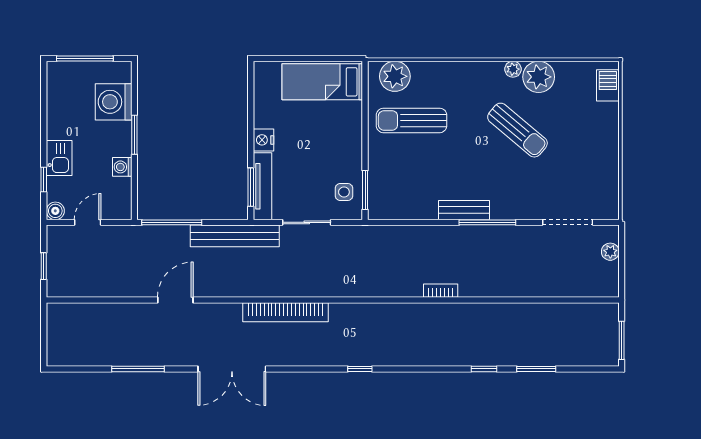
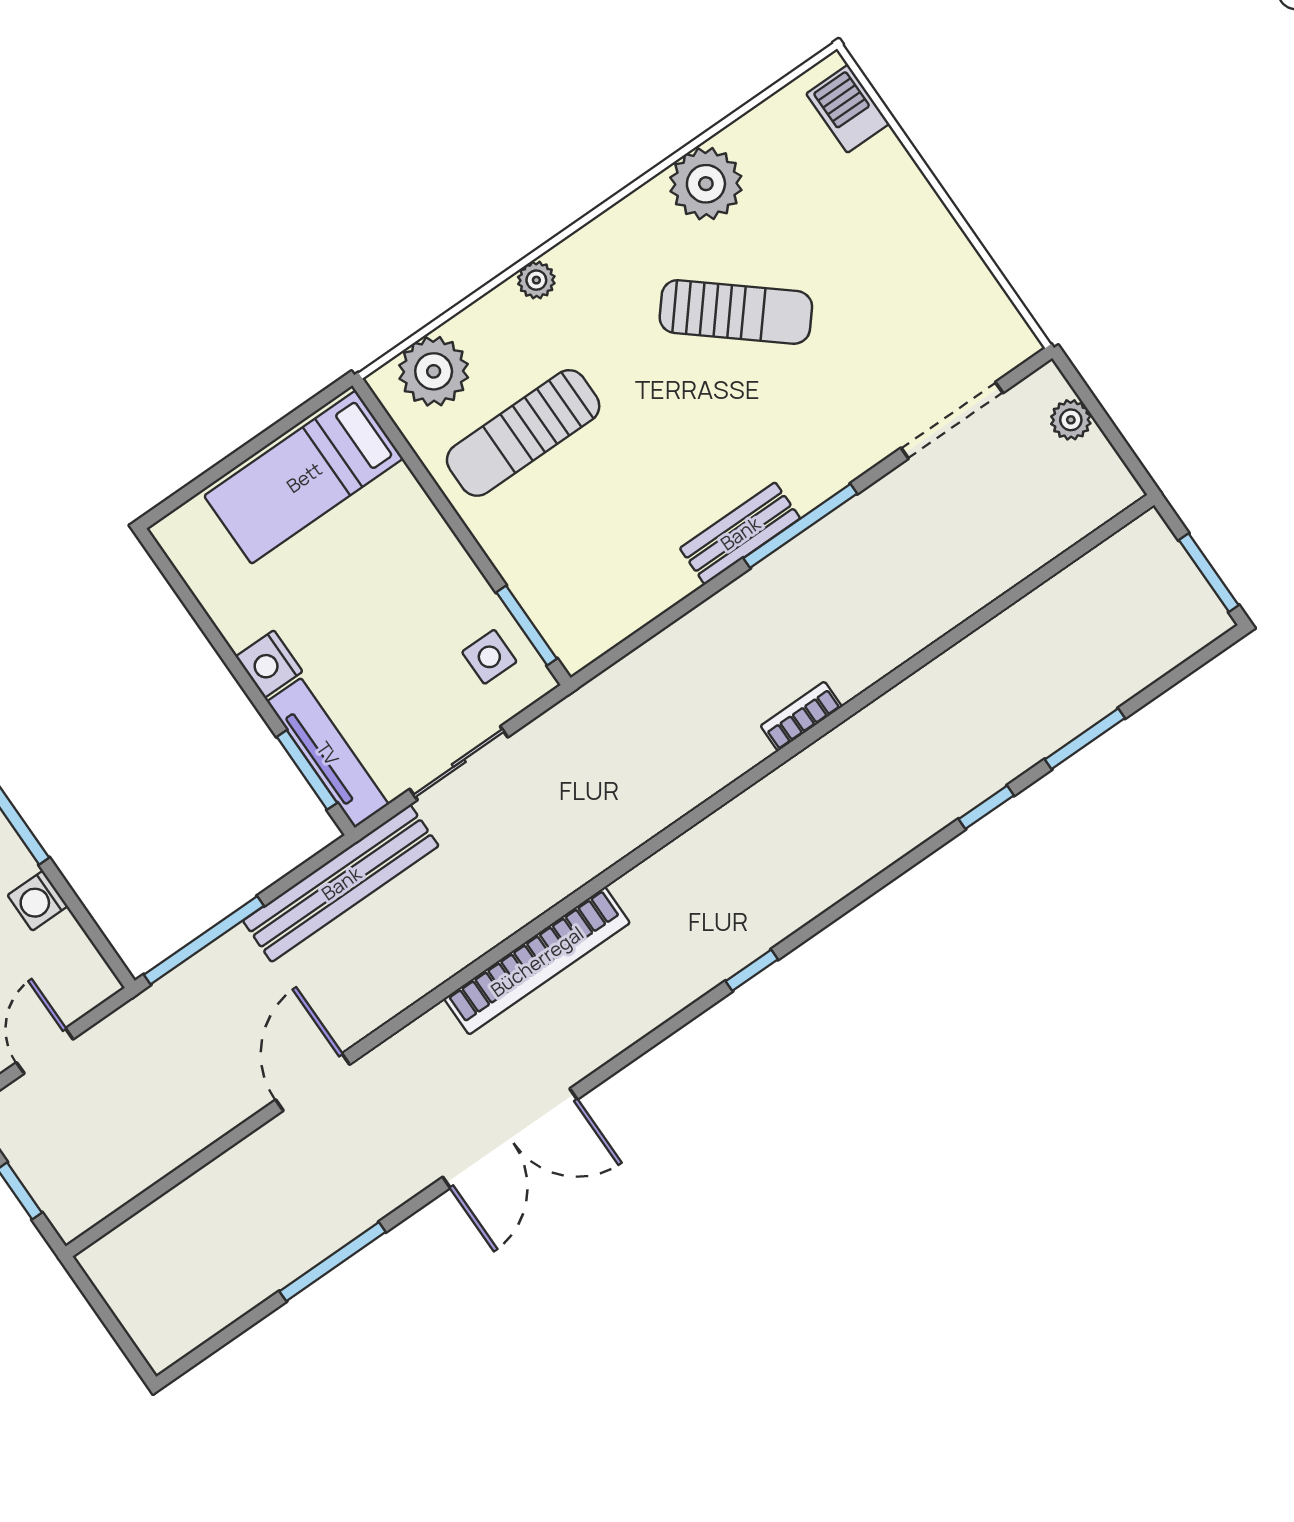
plant: (513, 69) -> (536, 280), moved

